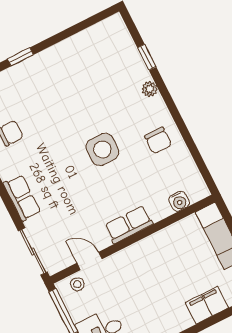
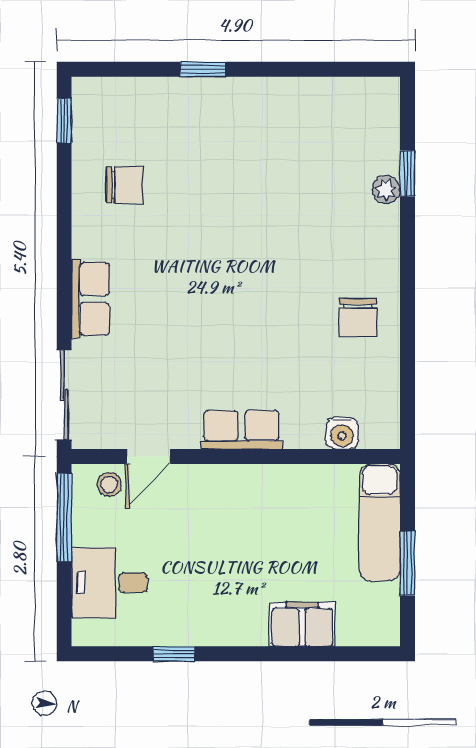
plant: (150, 89) -> (386, 190), moved
side table: (102, 149) -> (260, 286), removed
door: (89, 261) -> (148, 457), swing flipped

